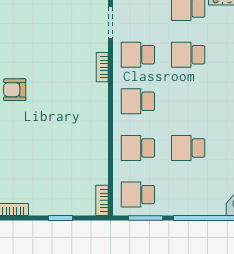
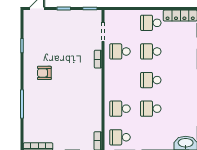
school desk: (138, 101) -> (151, 80), moved

